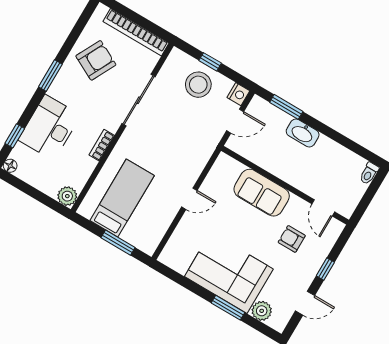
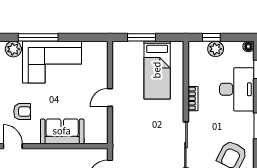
plant: (67, 196) -> (216, 49), moved
window: (44, 199) -> (211, 37), added
window: (228, 308) -> (38, 37), width x1.44

